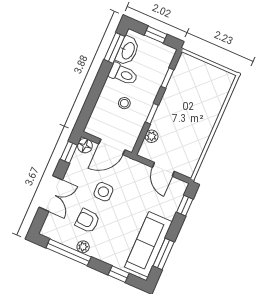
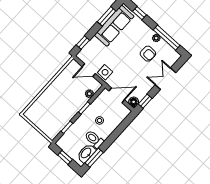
door: (163, 169) -> (89, 70), swing flipped
side table: (103, 192) -> (105, 72), moved

